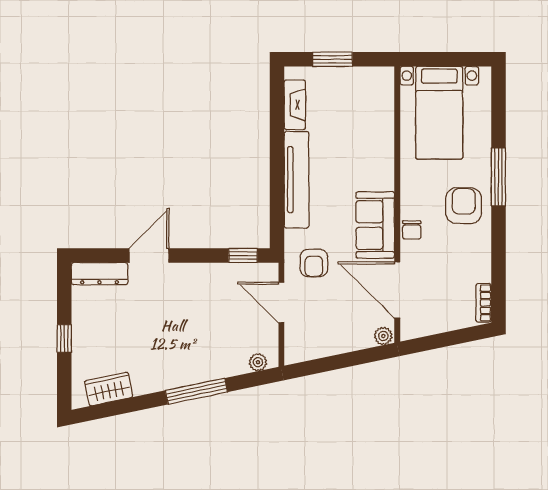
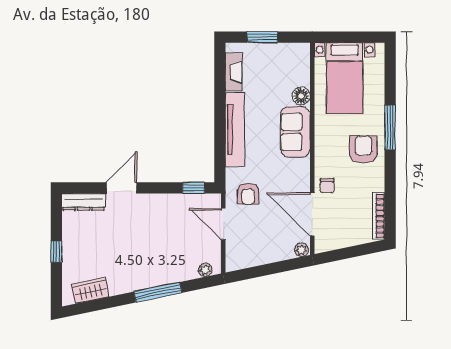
floor lamp: (383, 136) -> (301, 96), added
sofa: (375, 225) -> (295, 132), moved
chair: (412, 230) -> (327, 186), moved
bookcase: (484, 303) -> (379, 216), width x1.56

